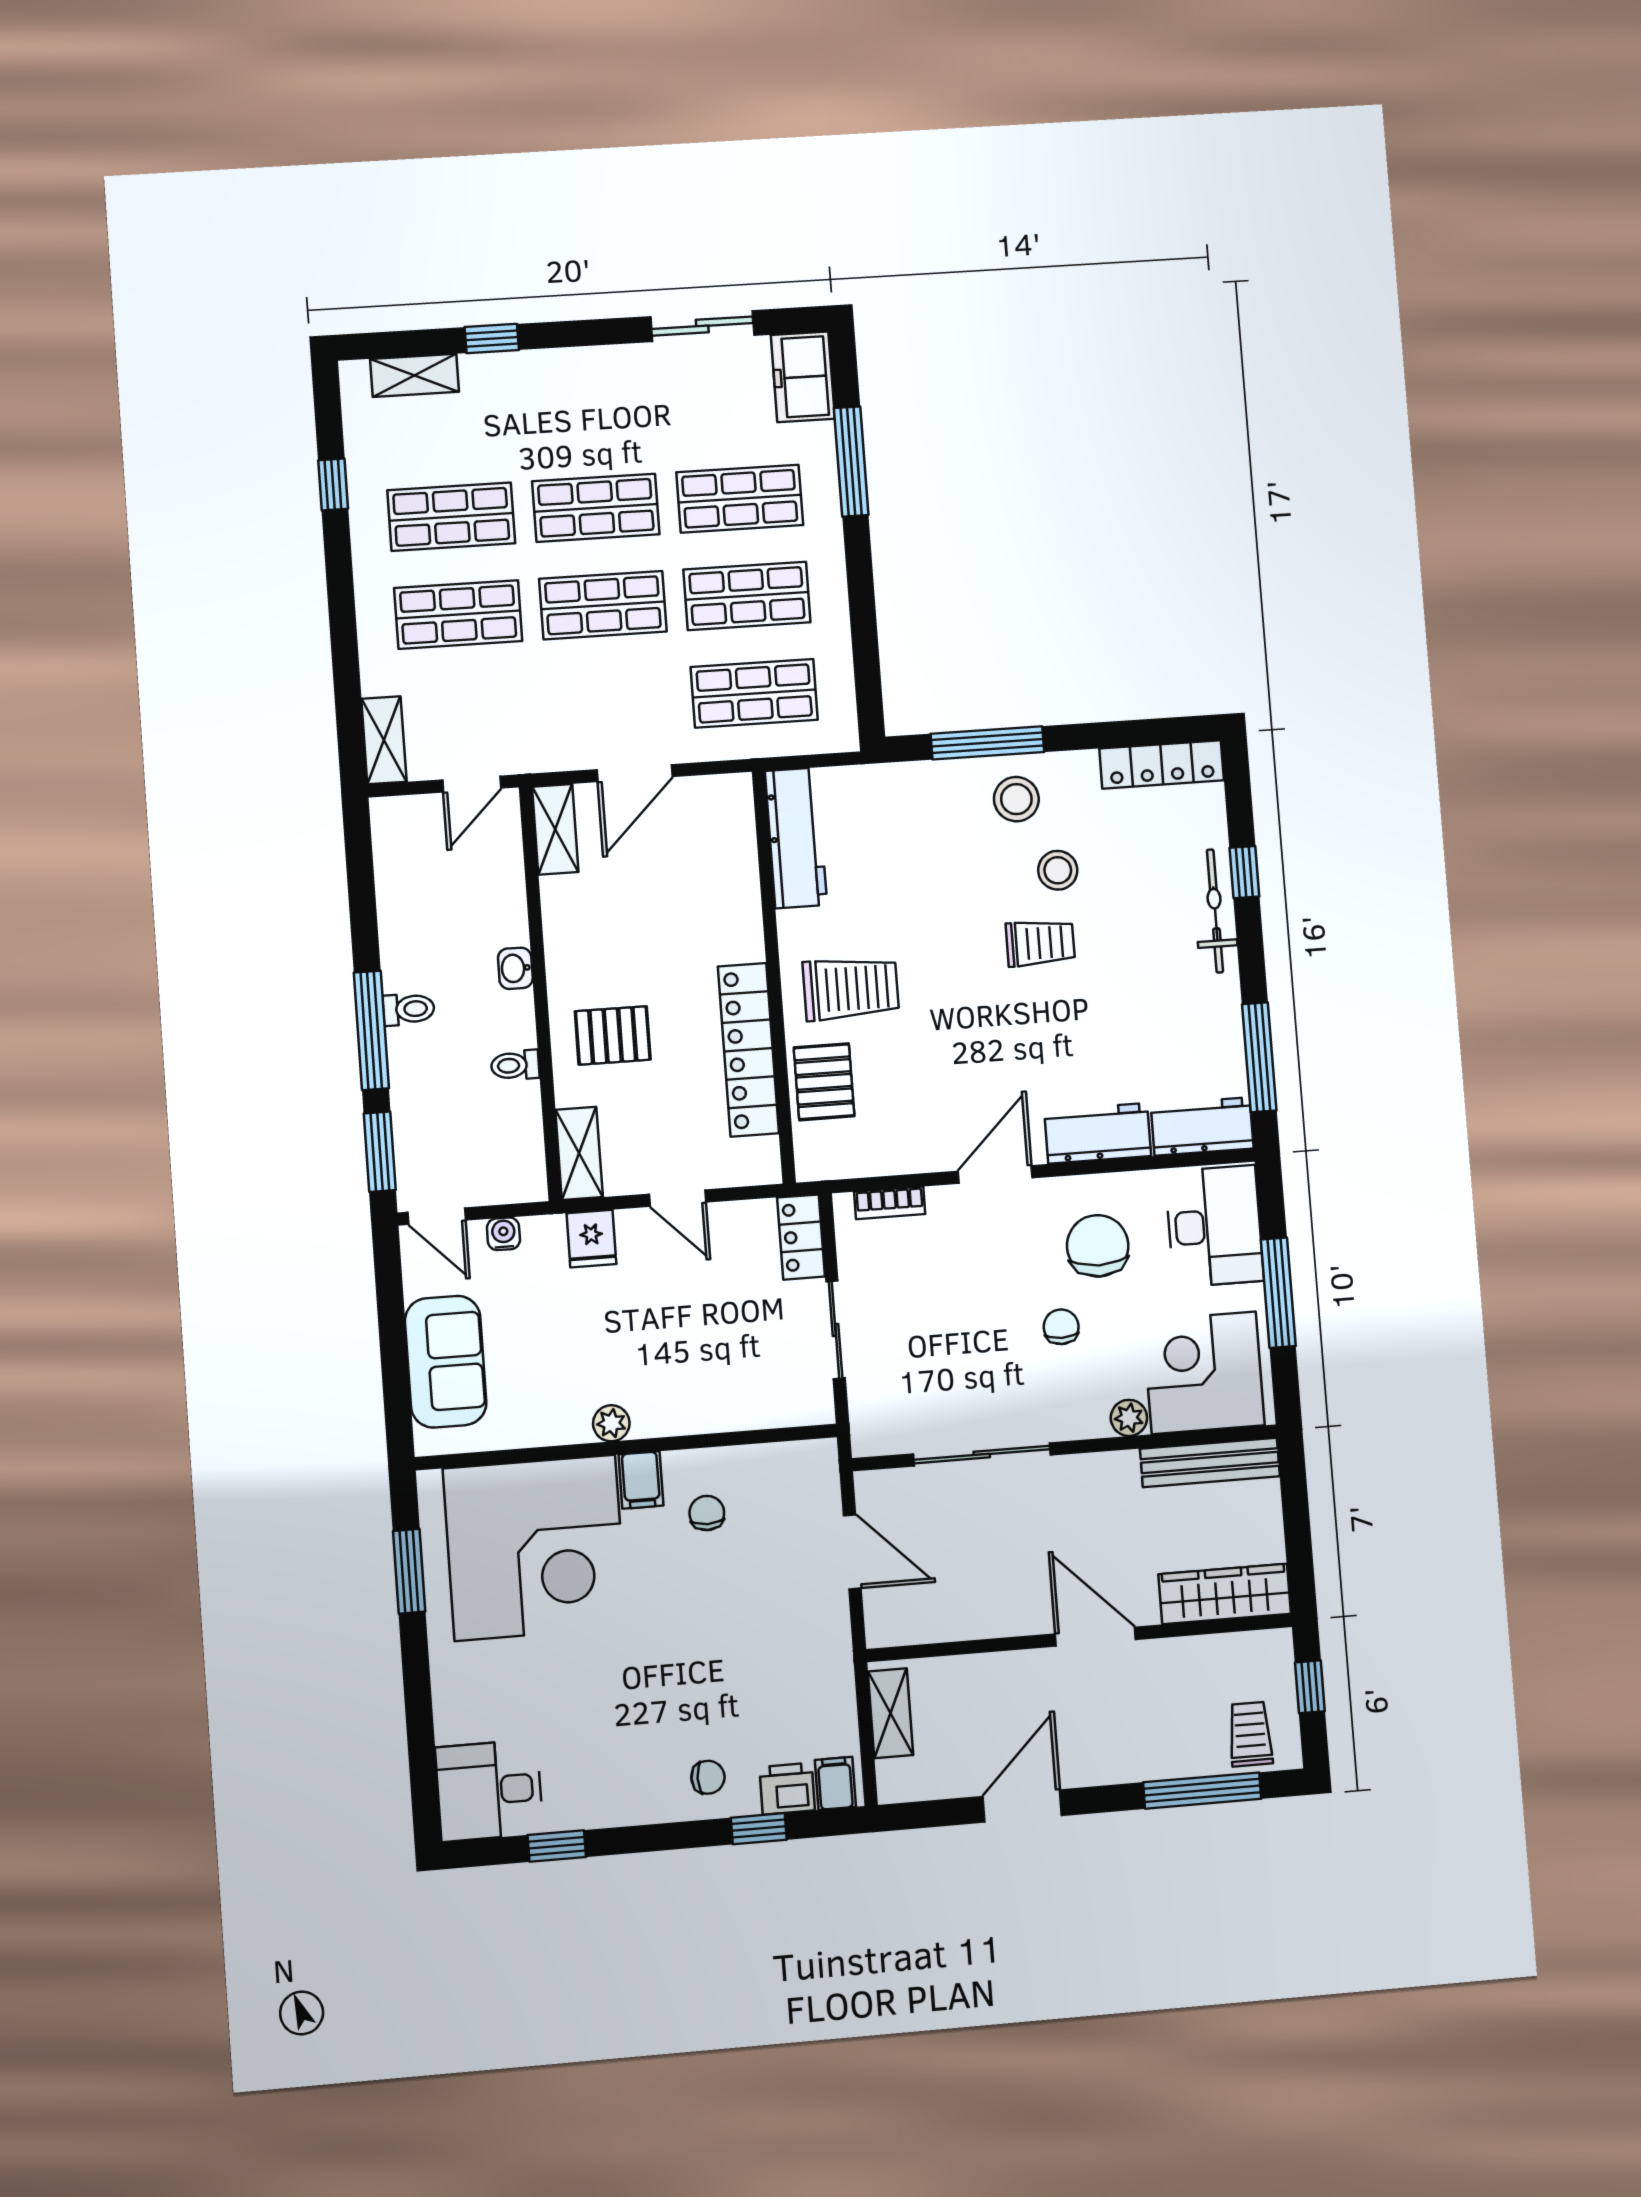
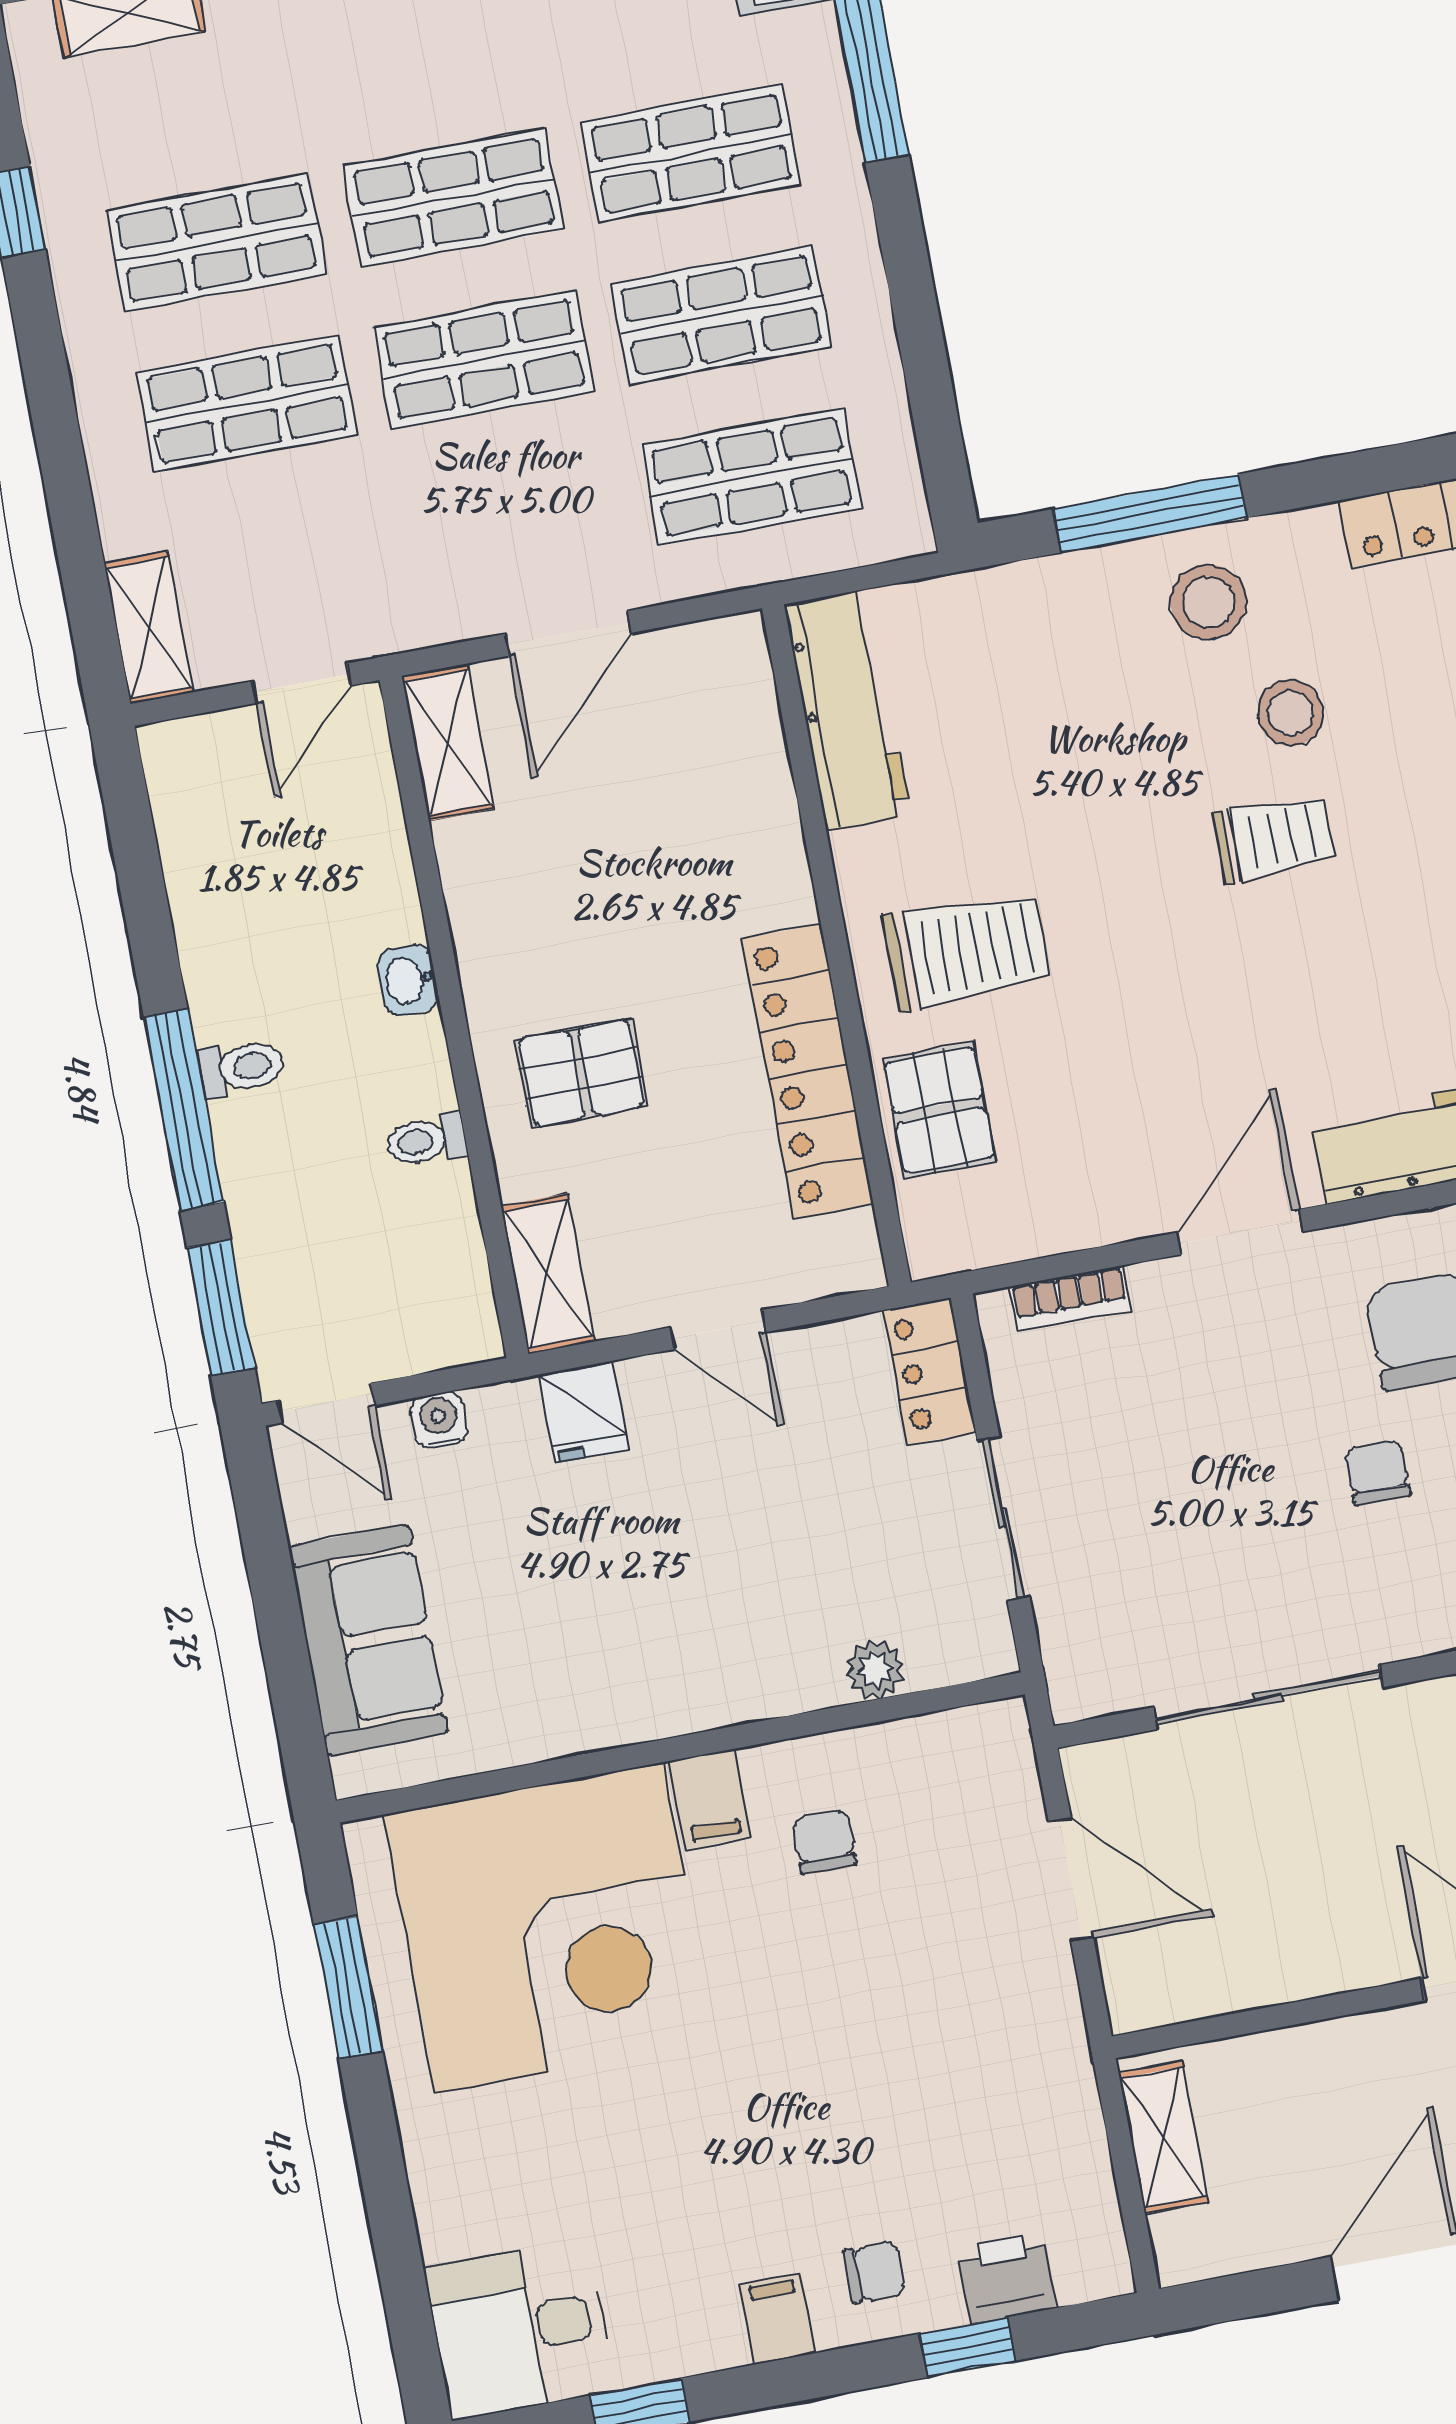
plant: (611, 1423) -> (875, 1669), moved
filing cabinet: (835, 1783) -> (778, 2318), moved

